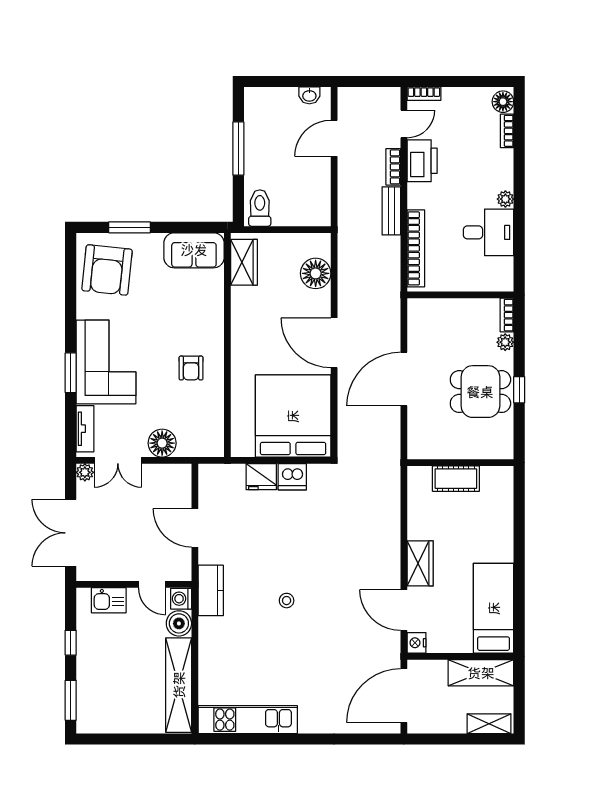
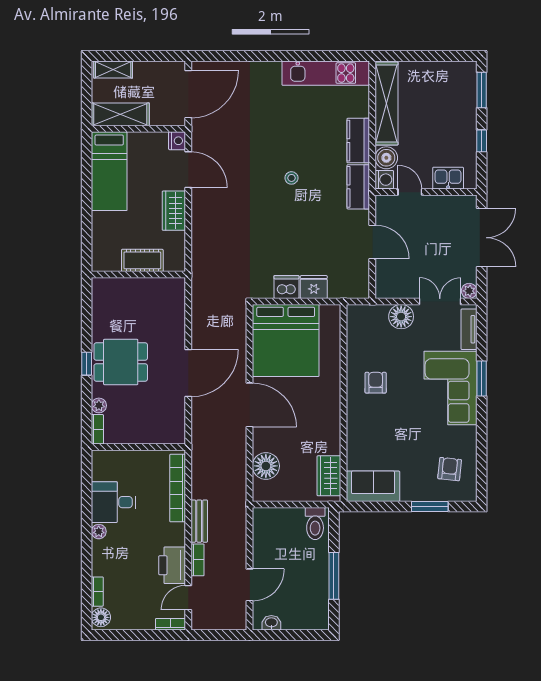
armchair: (107, 270) -> (450, 469), width x0.53, depth x0.53
wall: (460, 463) -> (138, 275), moved
cot: (456, 479) -> (142, 260), moved
kitchen counter: (211, 643) -> (358, 141), added

